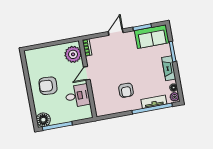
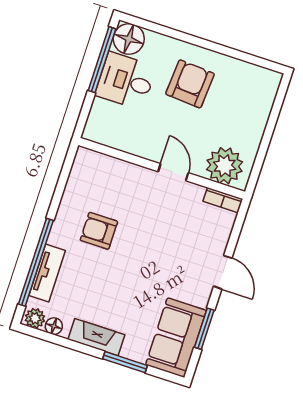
desk: (77, 96) -> (126, 81), moved, turned 90

